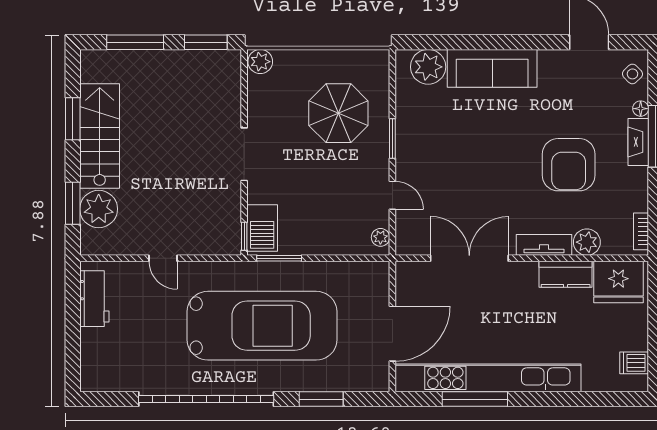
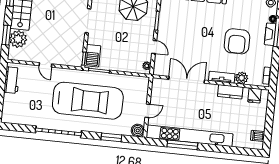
fridge: (618, 282) -> (255, 95), width x0.53, depth x0.75
door: (392, 334) -> (148, 111), width x0.53
boiler: (376, 378) -> (138, 130), added
garage door: (206, 399) -> (58, 132), width x0.73

